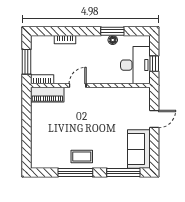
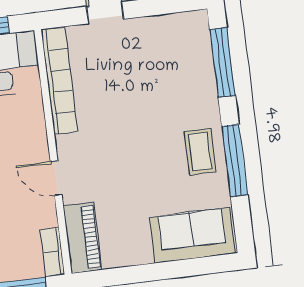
bookcase: (124, 93) -> (59, 81), added
sofa: (139, 149) -> (192, 235), moved, turned 180

